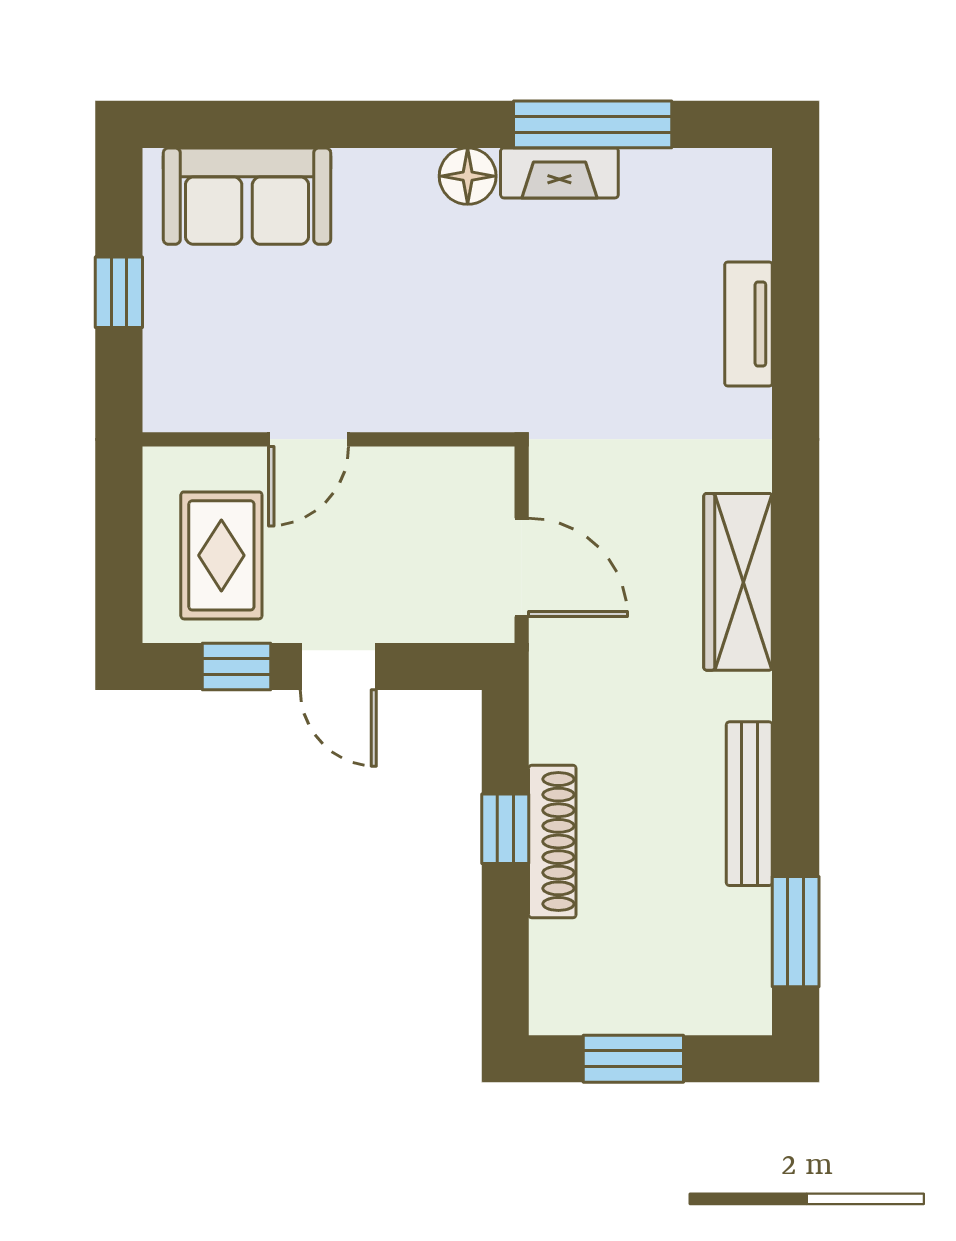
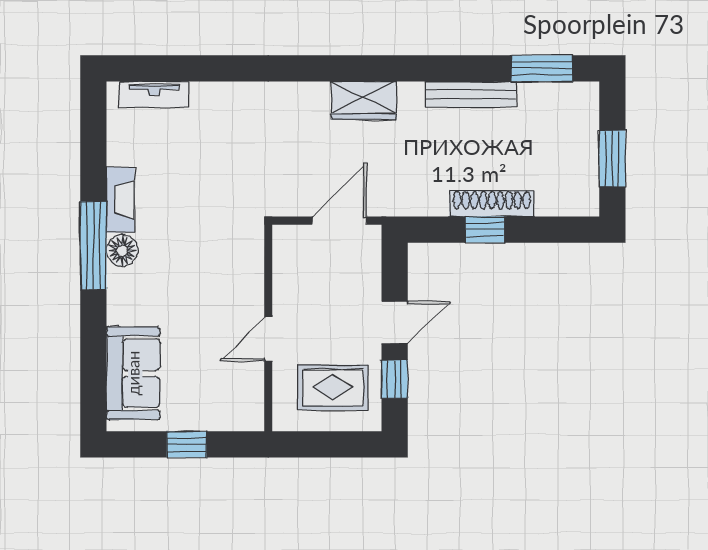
window: (593, 124) -> (93, 246), moved
tv unit: (749, 324) -> (154, 95), moved
door: (309, 439) -> (268, 339), swing flipped
wardrobe: (738, 582) -> (364, 100), width x0.67

